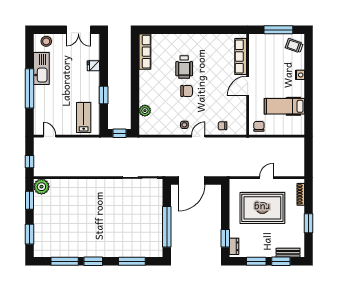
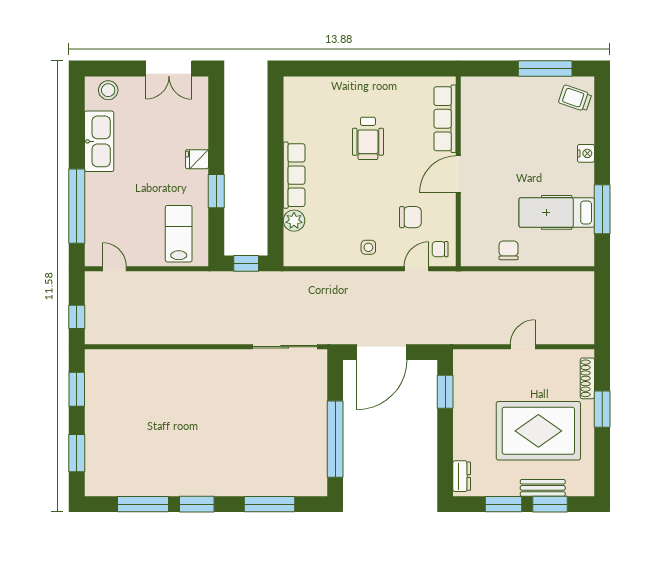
row of seats: (145, 52) -> (294, 175), moved
row of seats: (241, 57) -> (445, 119), moved
fridge: (93, 66) -> (197, 159), moved
wall: (248, 84) -> (458, 171), moved
door: (248, 86) -> (458, 174), moved
window: (30, 88) -> (77, 206), moved
chair: (187, 91) -> (410, 217), moved
window: (309, 105) -> (602, 209), added
door: (198, 136) -> (417, 269), moved
plant: (41, 187) -> (99, 364), removed
rug: (262, 208) -> (538, 431), moved
window: (309, 223) -> (602, 409), moved
window: (225, 238) -> (445, 392), moved
bench: (288, 253) -> (543, 488), moved

